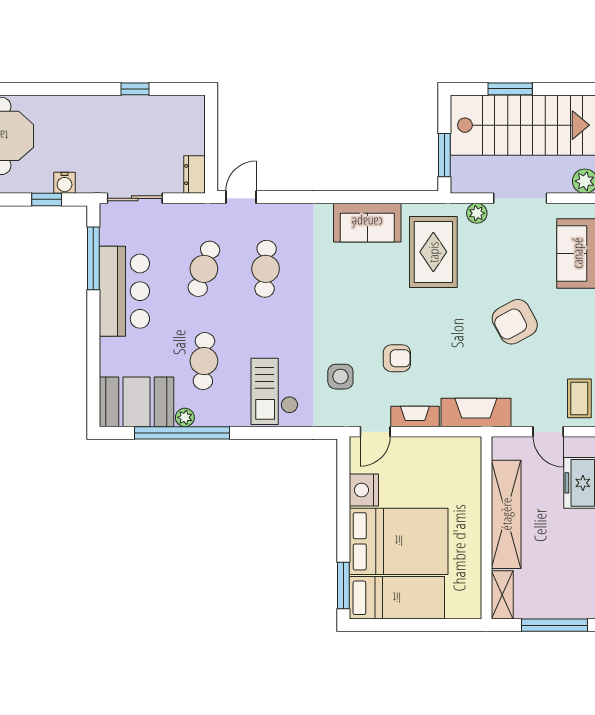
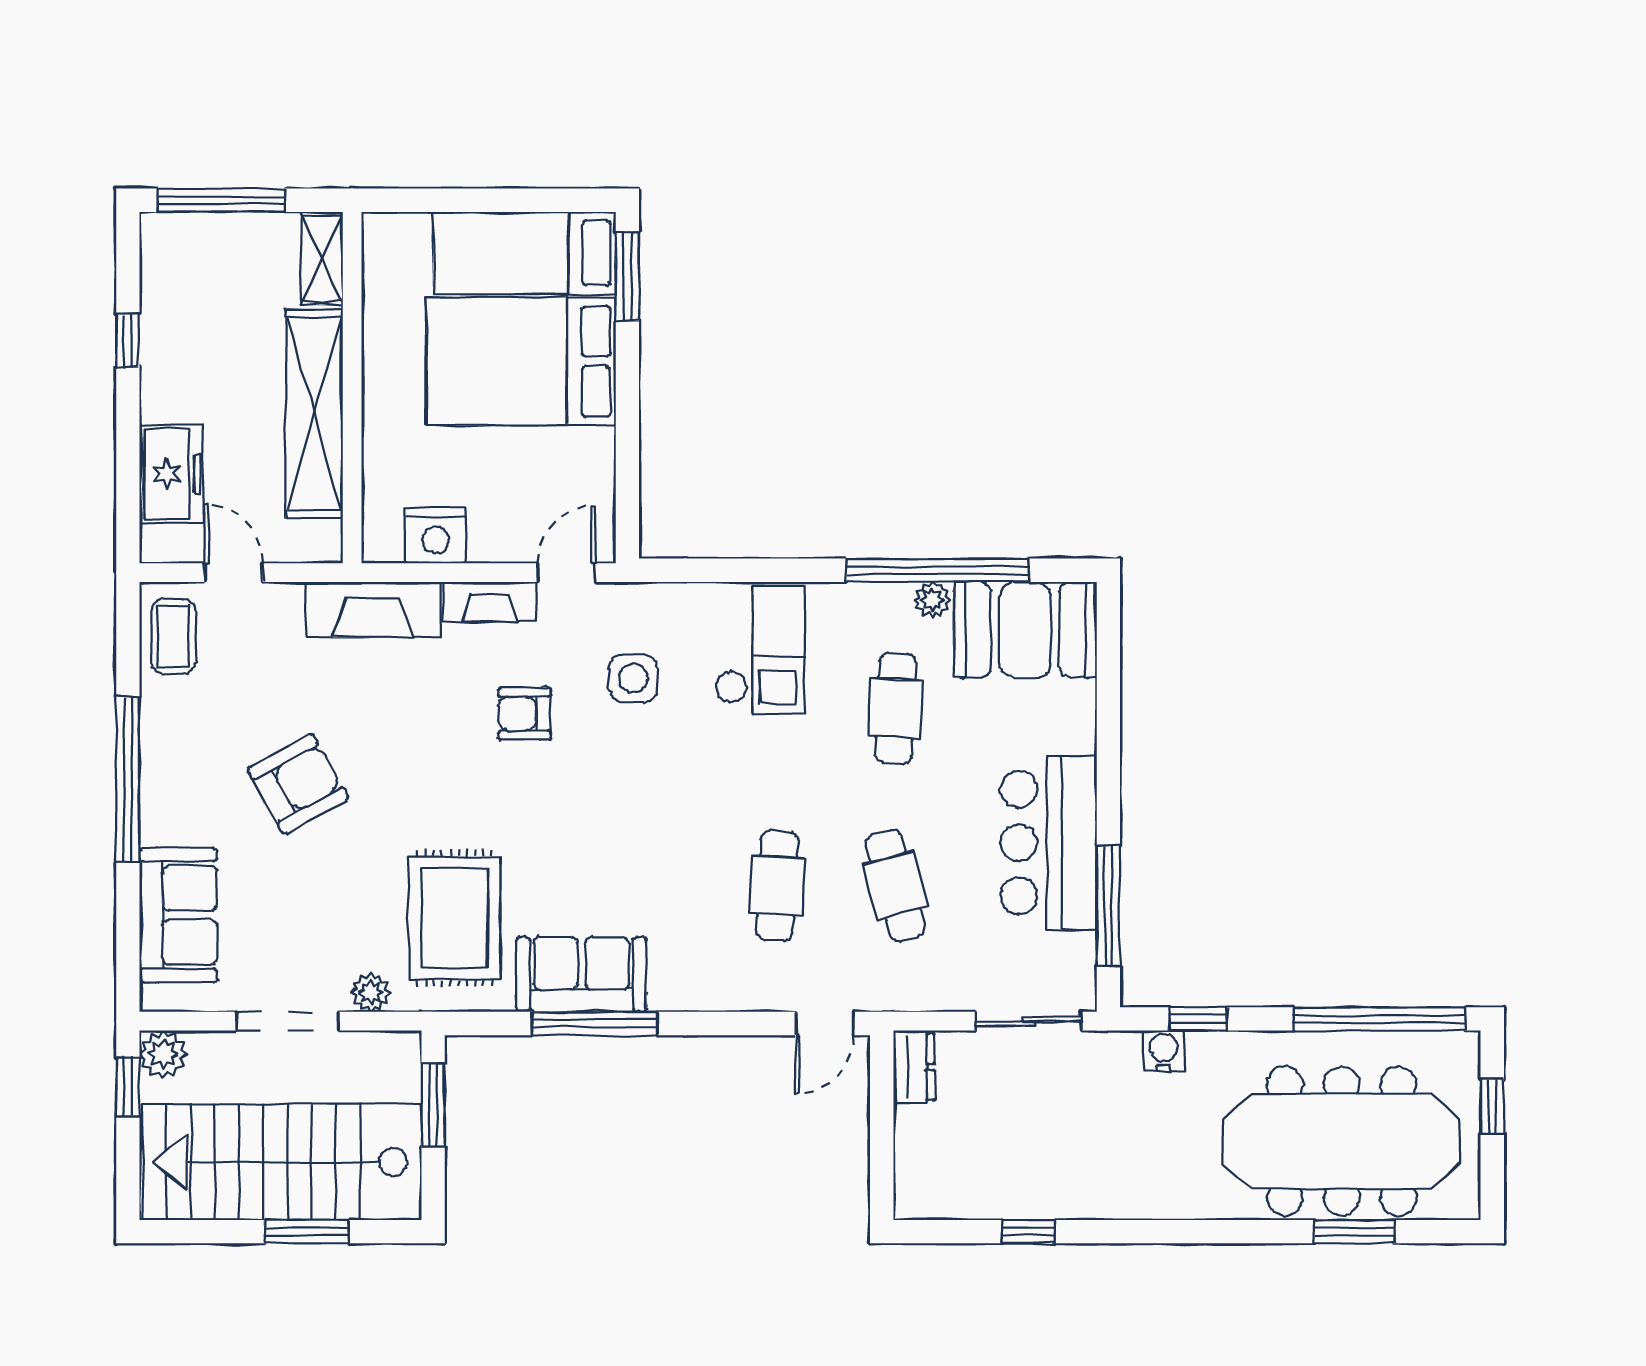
window: (360, 197) -> (595, 1024), added
cafe table: (204, 269) -> (896, 886), turned -33
nightstand: (364, 490) -> (436, 536), moved, turned 90

